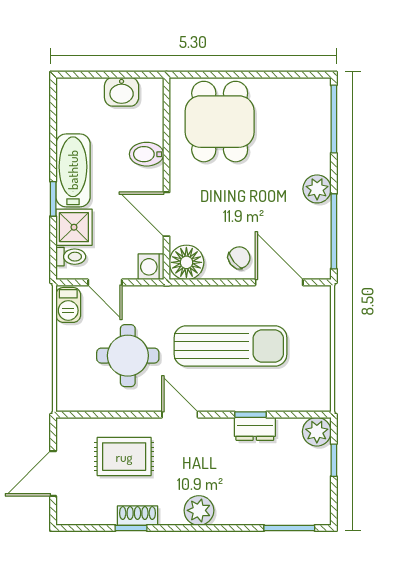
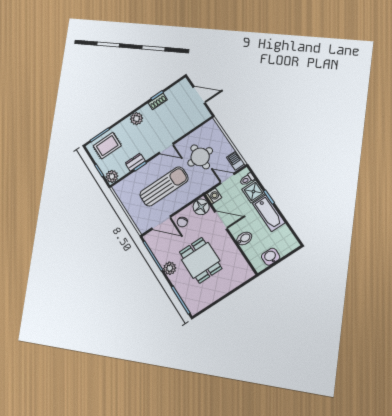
dining table: (220, 122) -> (201, 260), moved
sun lounger: (230, 346) -> (164, 186), turned 180
rug: (124, 457) -> (107, 146), moved
door: (53, 473) -> (199, 95), hinge flipped

